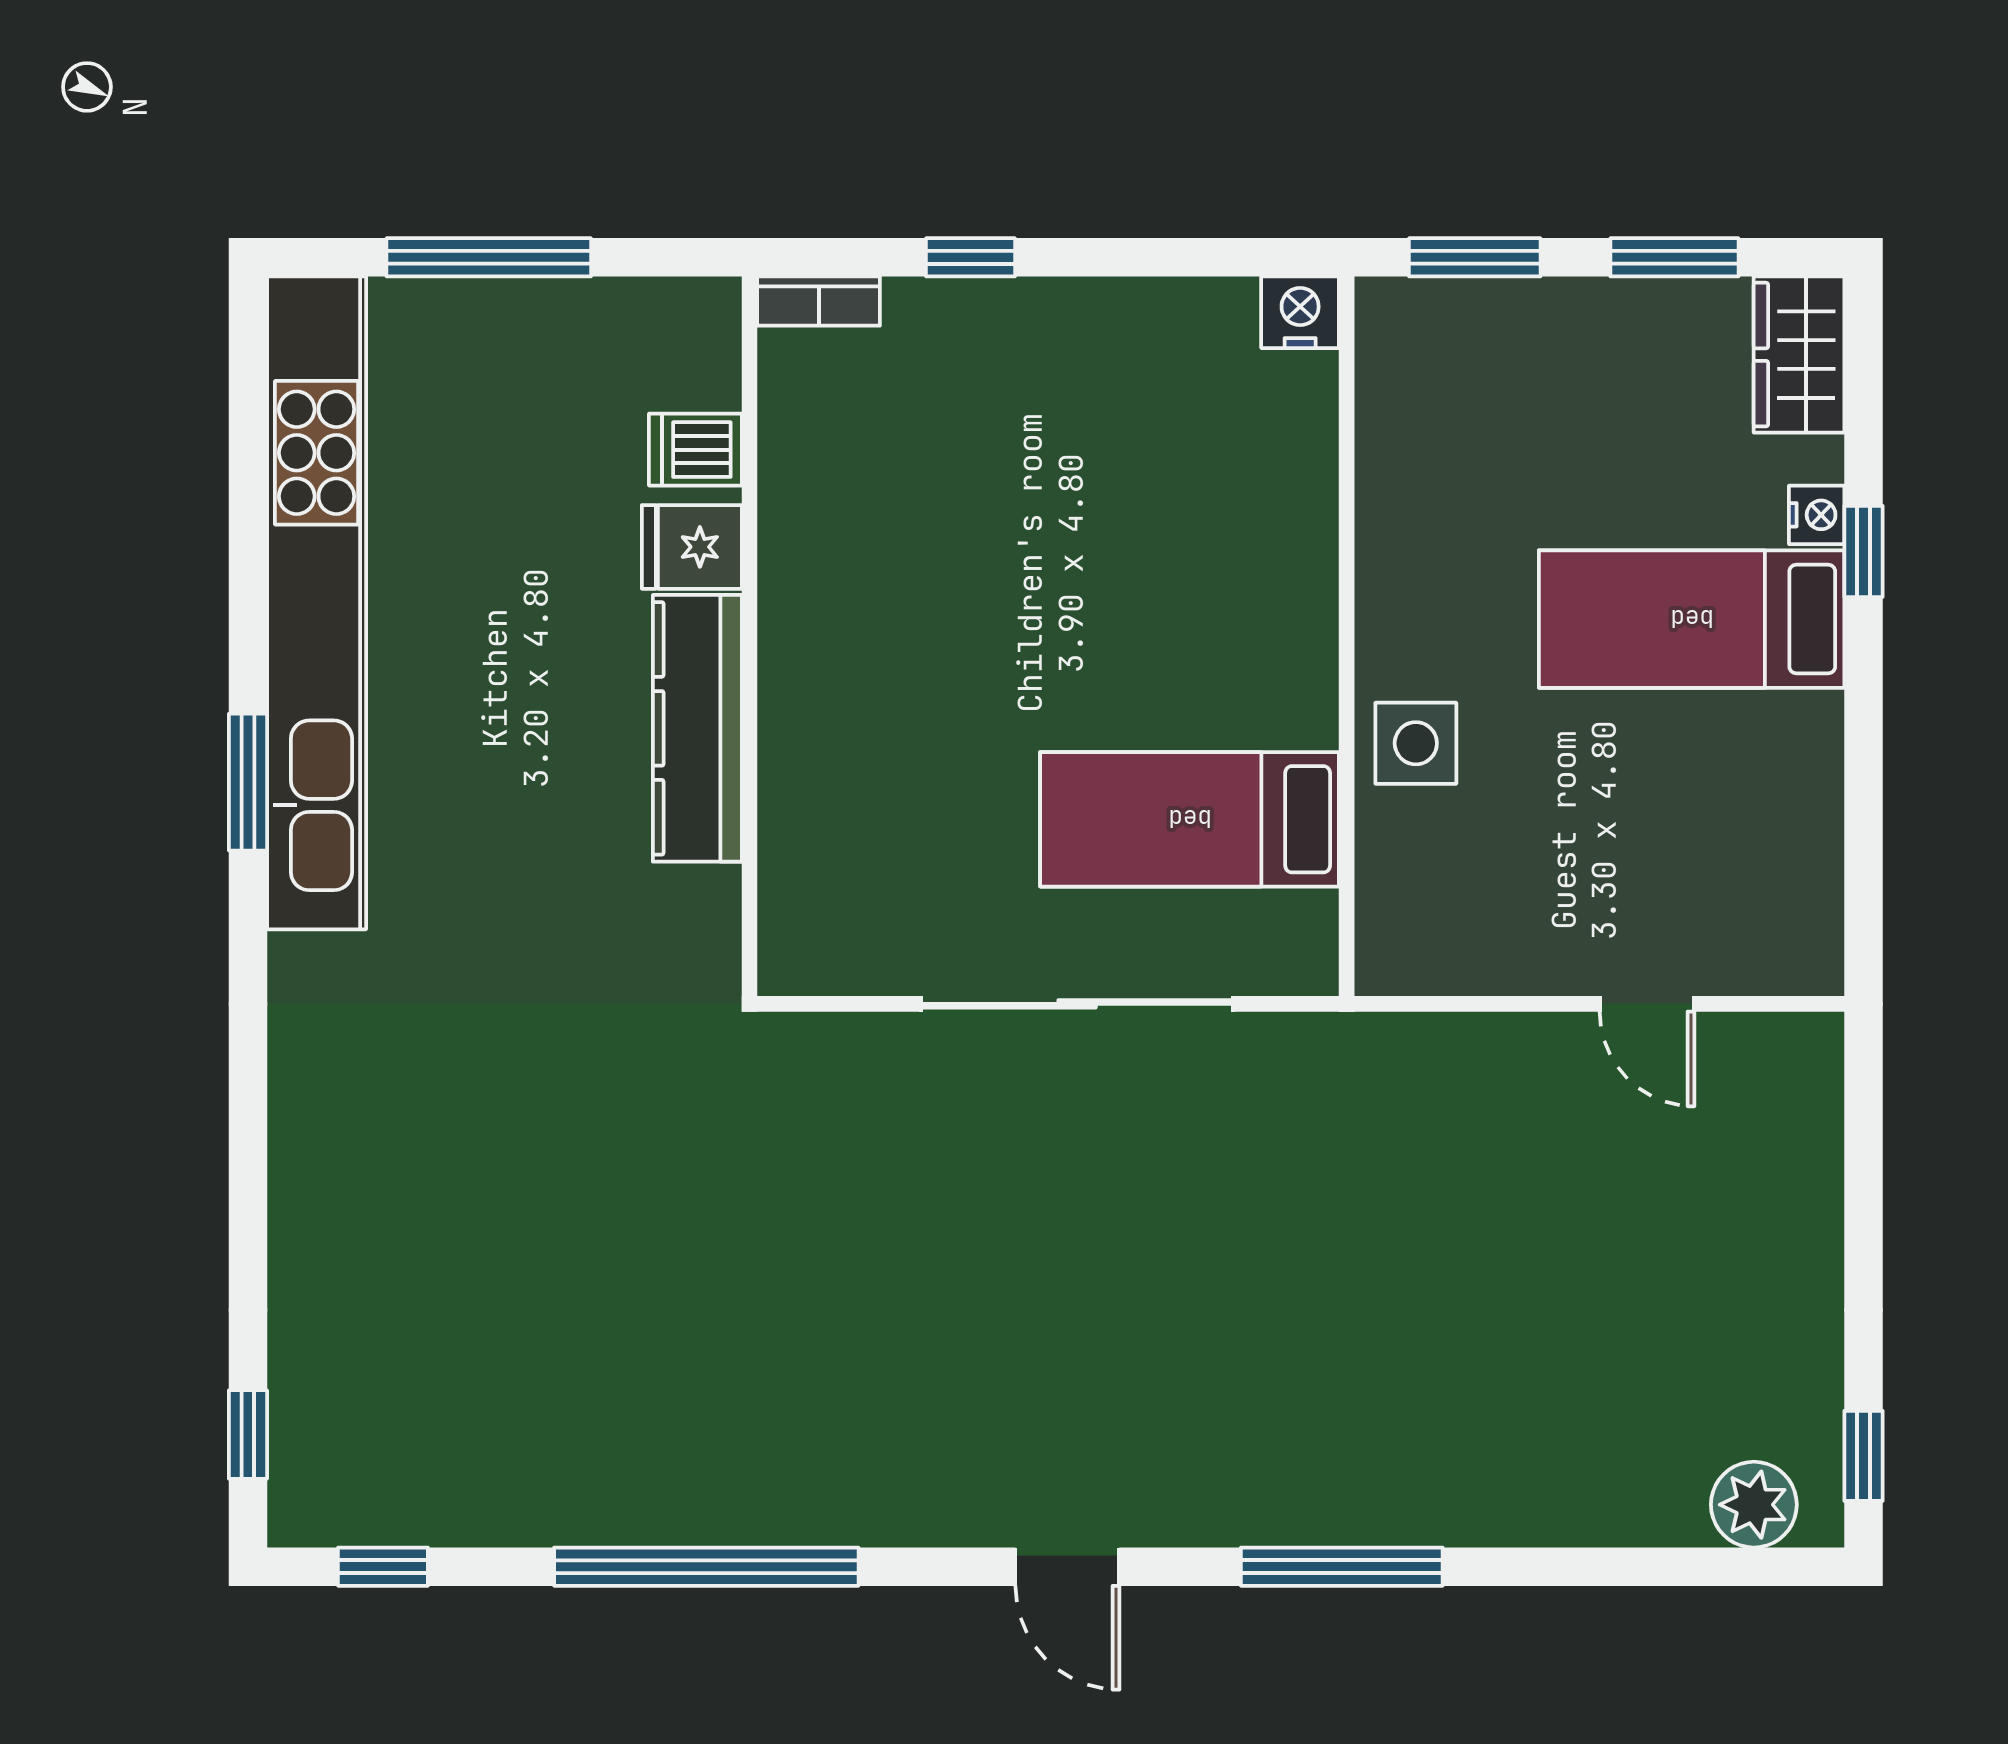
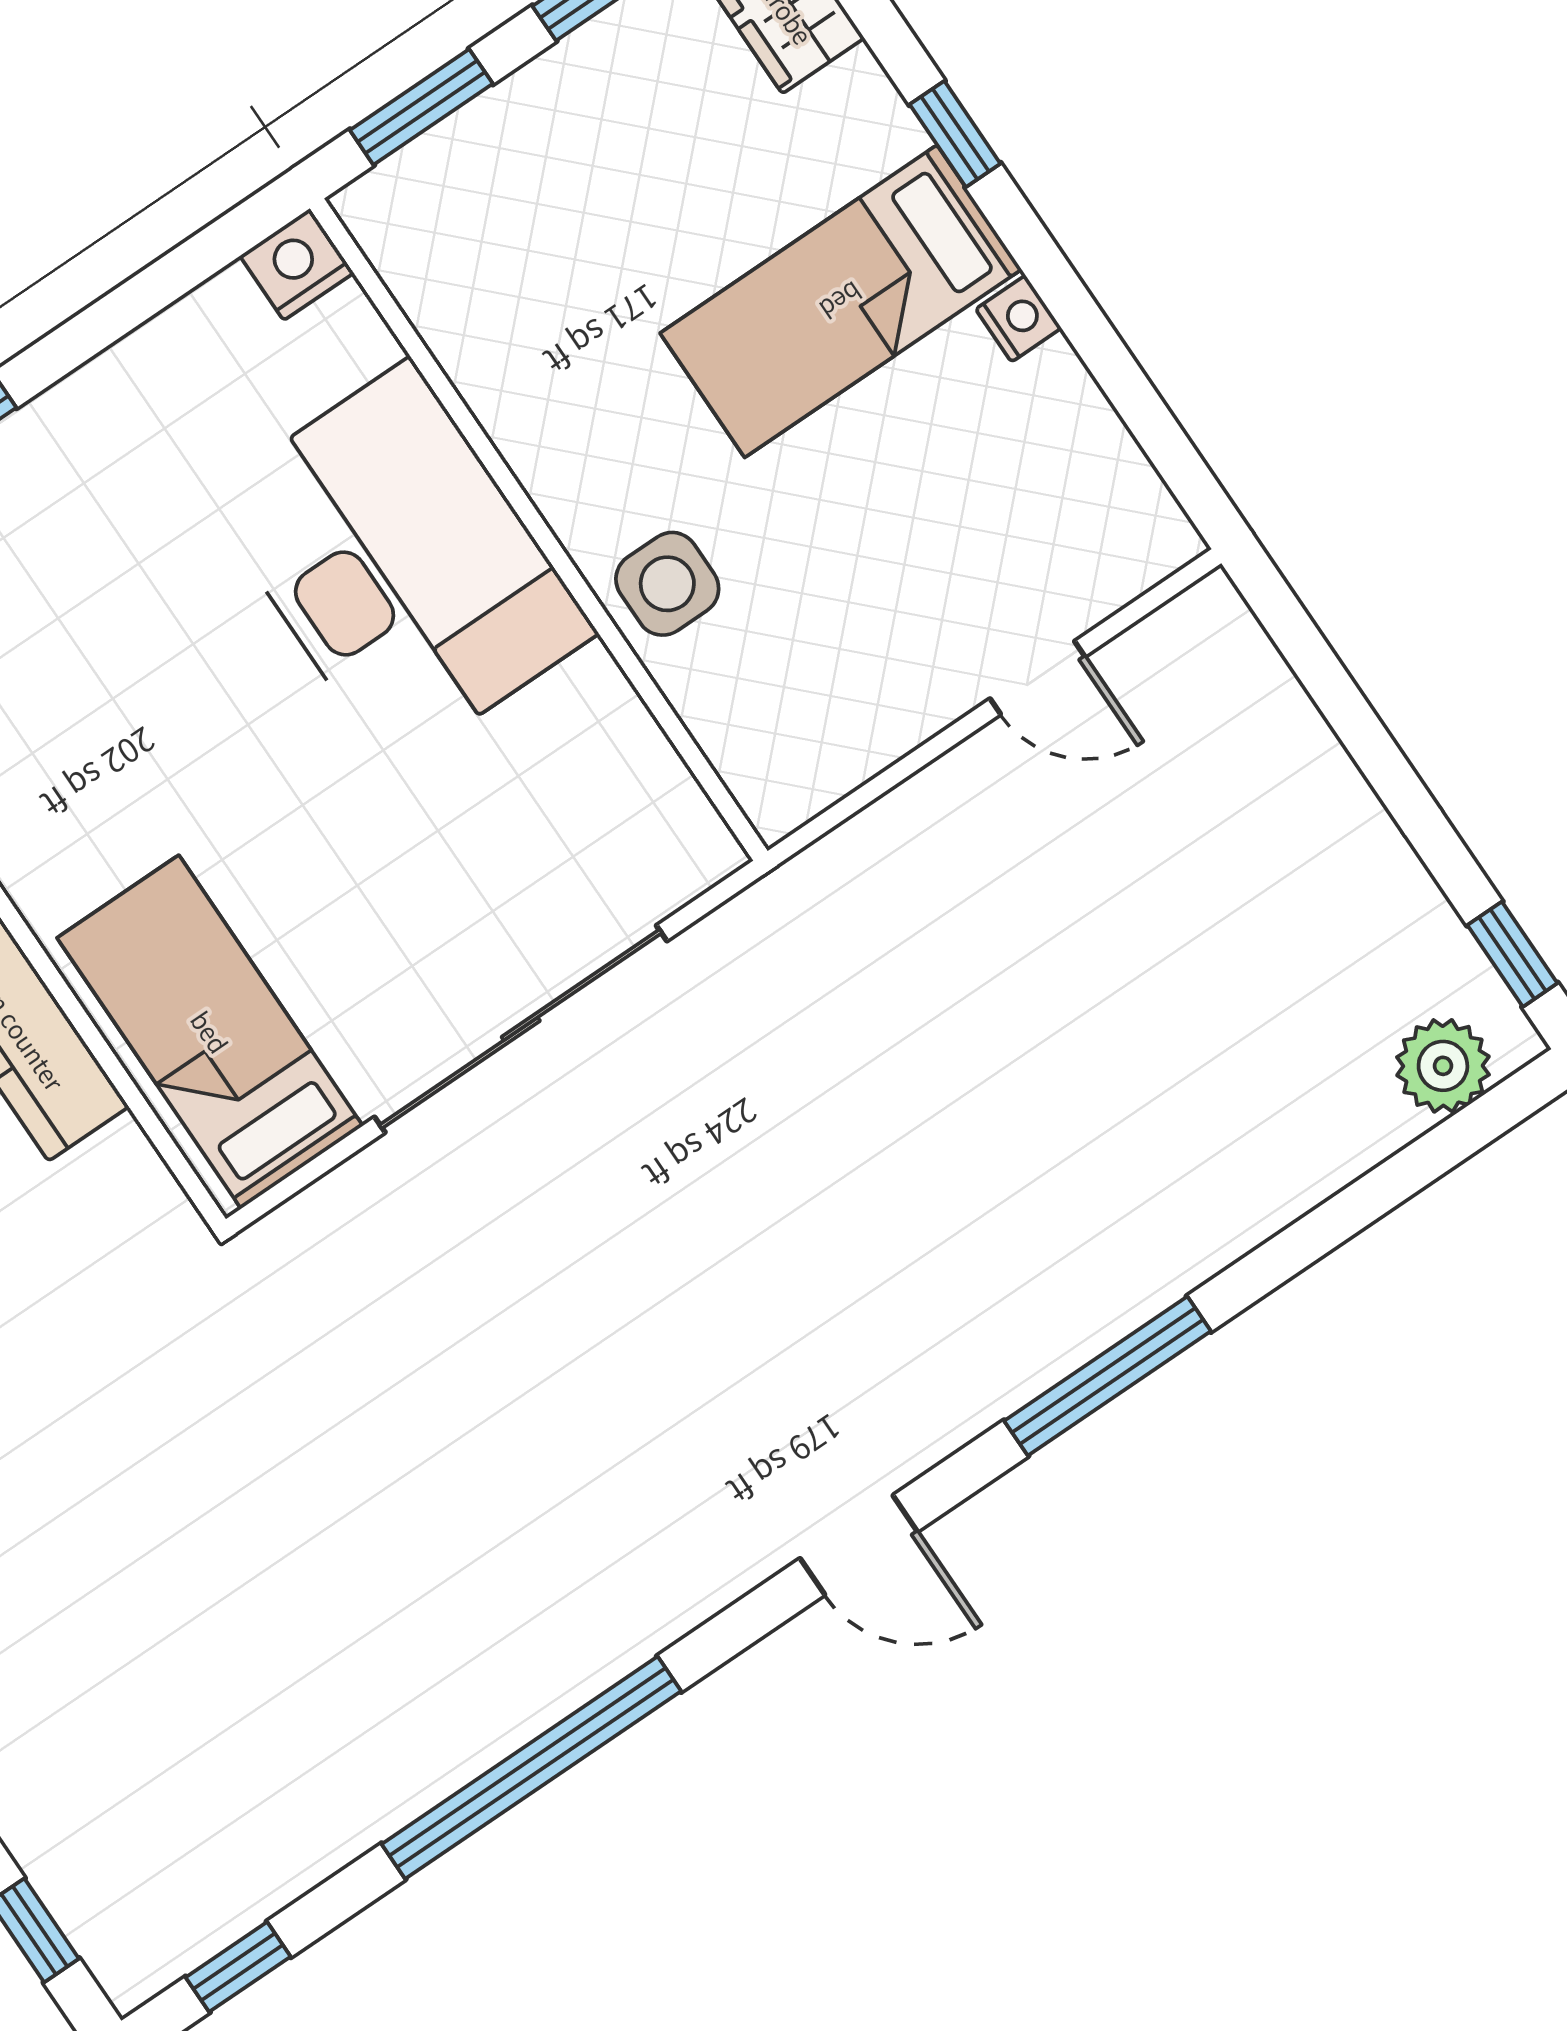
nightstand: (1817, 515) -> (1018, 319), moved
desk: (1224, 593) -> (401, 565), added
bed: (1190, 819) -> (210, 1032), moved, turned 90

